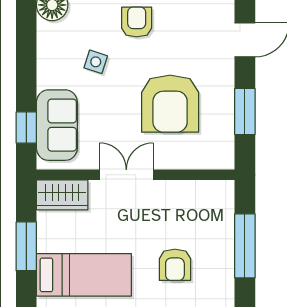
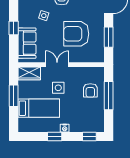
armchair: (170, 104) -> (76, 34), turned 90
window: (26, 128) -> (14, 28), moved
side table: (129, 228) -> (58, 88), added
armchair: (175, 265) -> (90, 90), moved

